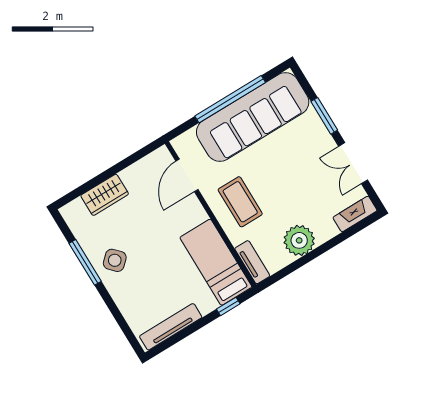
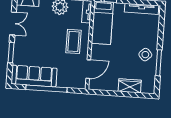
sofa: (253, 117) -> (34, 76), width x0.74, depth x0.79

